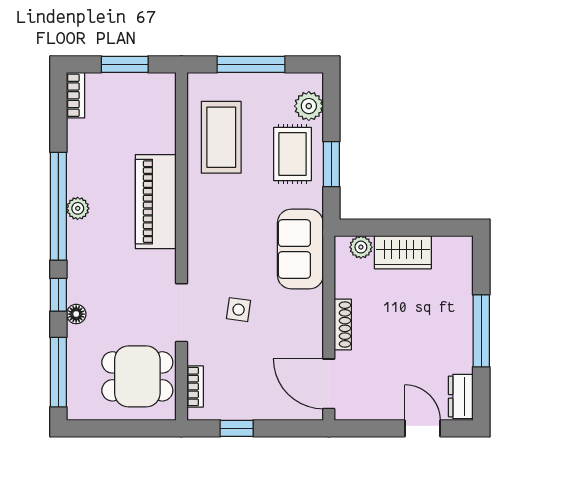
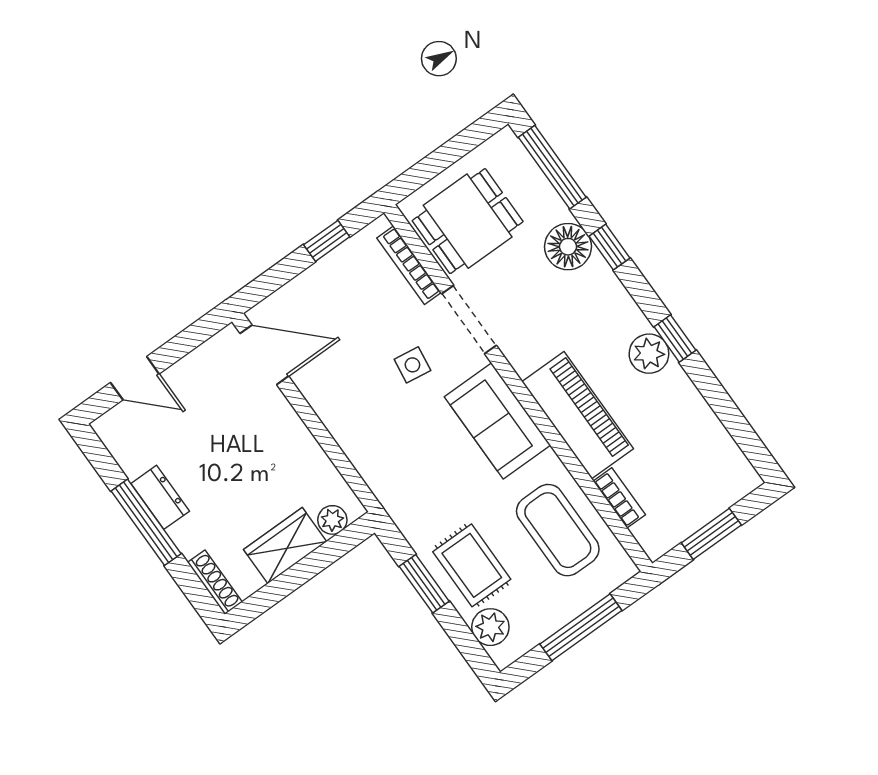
bookcase: (76, 95) -> (619, 498), moved, turned 180
window: (58, 206) -> (675, 338), width x0.32
plant: (78, 208) -> (649, 354), width x1.38, depth x1.38
sofa: (300, 249) -> (497, 421), moved, turned 180
floor lamp: (76, 314) -> (568, 247), width x1.89, depth x1.89
shoe rack: (343, 324) -> (215, 582), moved, turned 180
bookcase: (195, 387) -> (409, 265), width x1.56
dresser: (461, 396) -> (160, 497), moved

